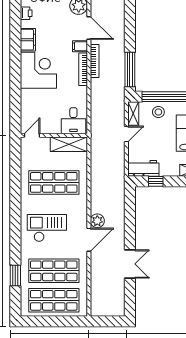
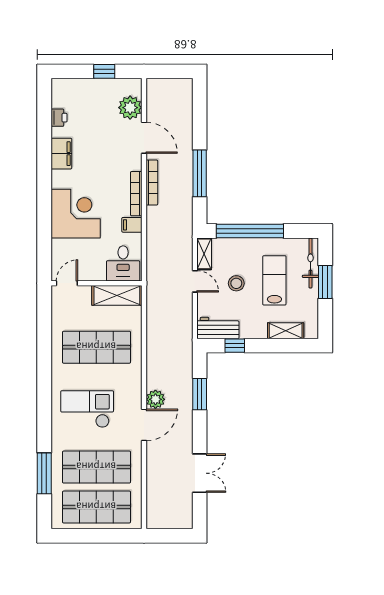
filing cabinet: (80, 46) -> (132, 225), moved
corner desk: (38, 70) -> (76, 214), moved
window: (130, 70) -> (200, 173), moved
stool: (158, 112) -> (236, 283), moved
door: (126, 134) -> (195, 281), hinge flipped
window: (130, 217) -> (200, 394), added
double door: (130, 264) -> (200, 473), moved
window: (15, 275) -> (44, 473), width x1.44

